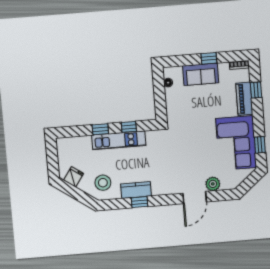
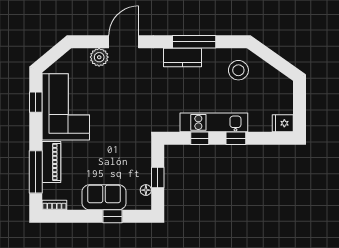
window: (209, 58) -> (112, 216), moved
window: (256, 90) -> (36, 172), width x2.17
window: (159, 93) -> (158, 177), added
fridge: (74, 177) -> (283, 123), moved, turned 55
kitchen counter: (136, 190) -> (183, 57), moved
window: (140, 202) -> (194, 42), width x2.17

